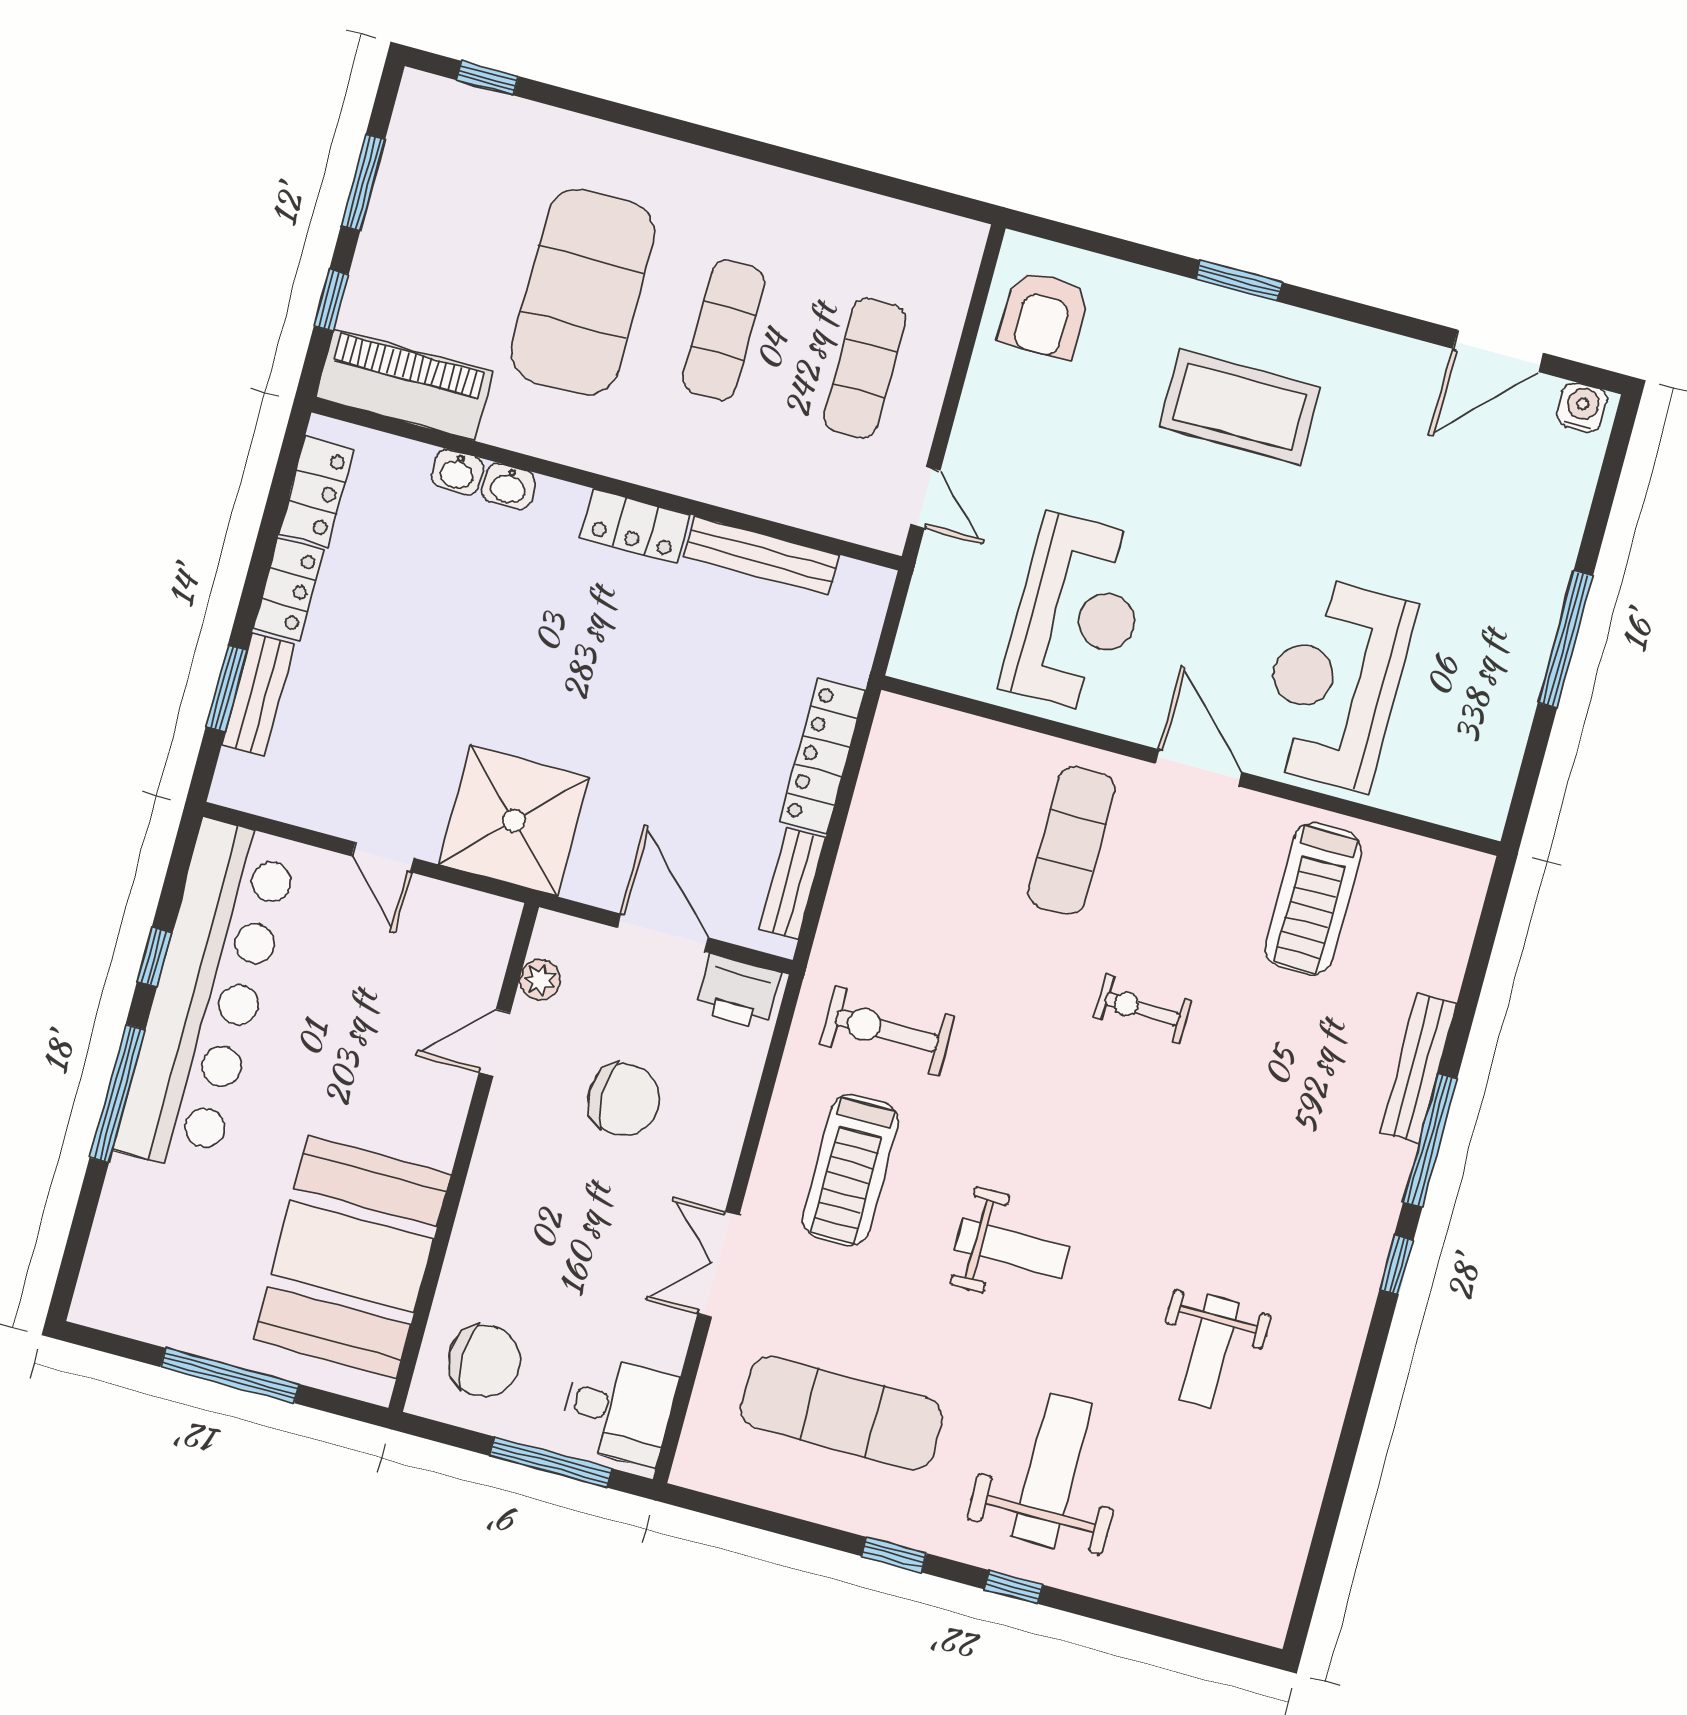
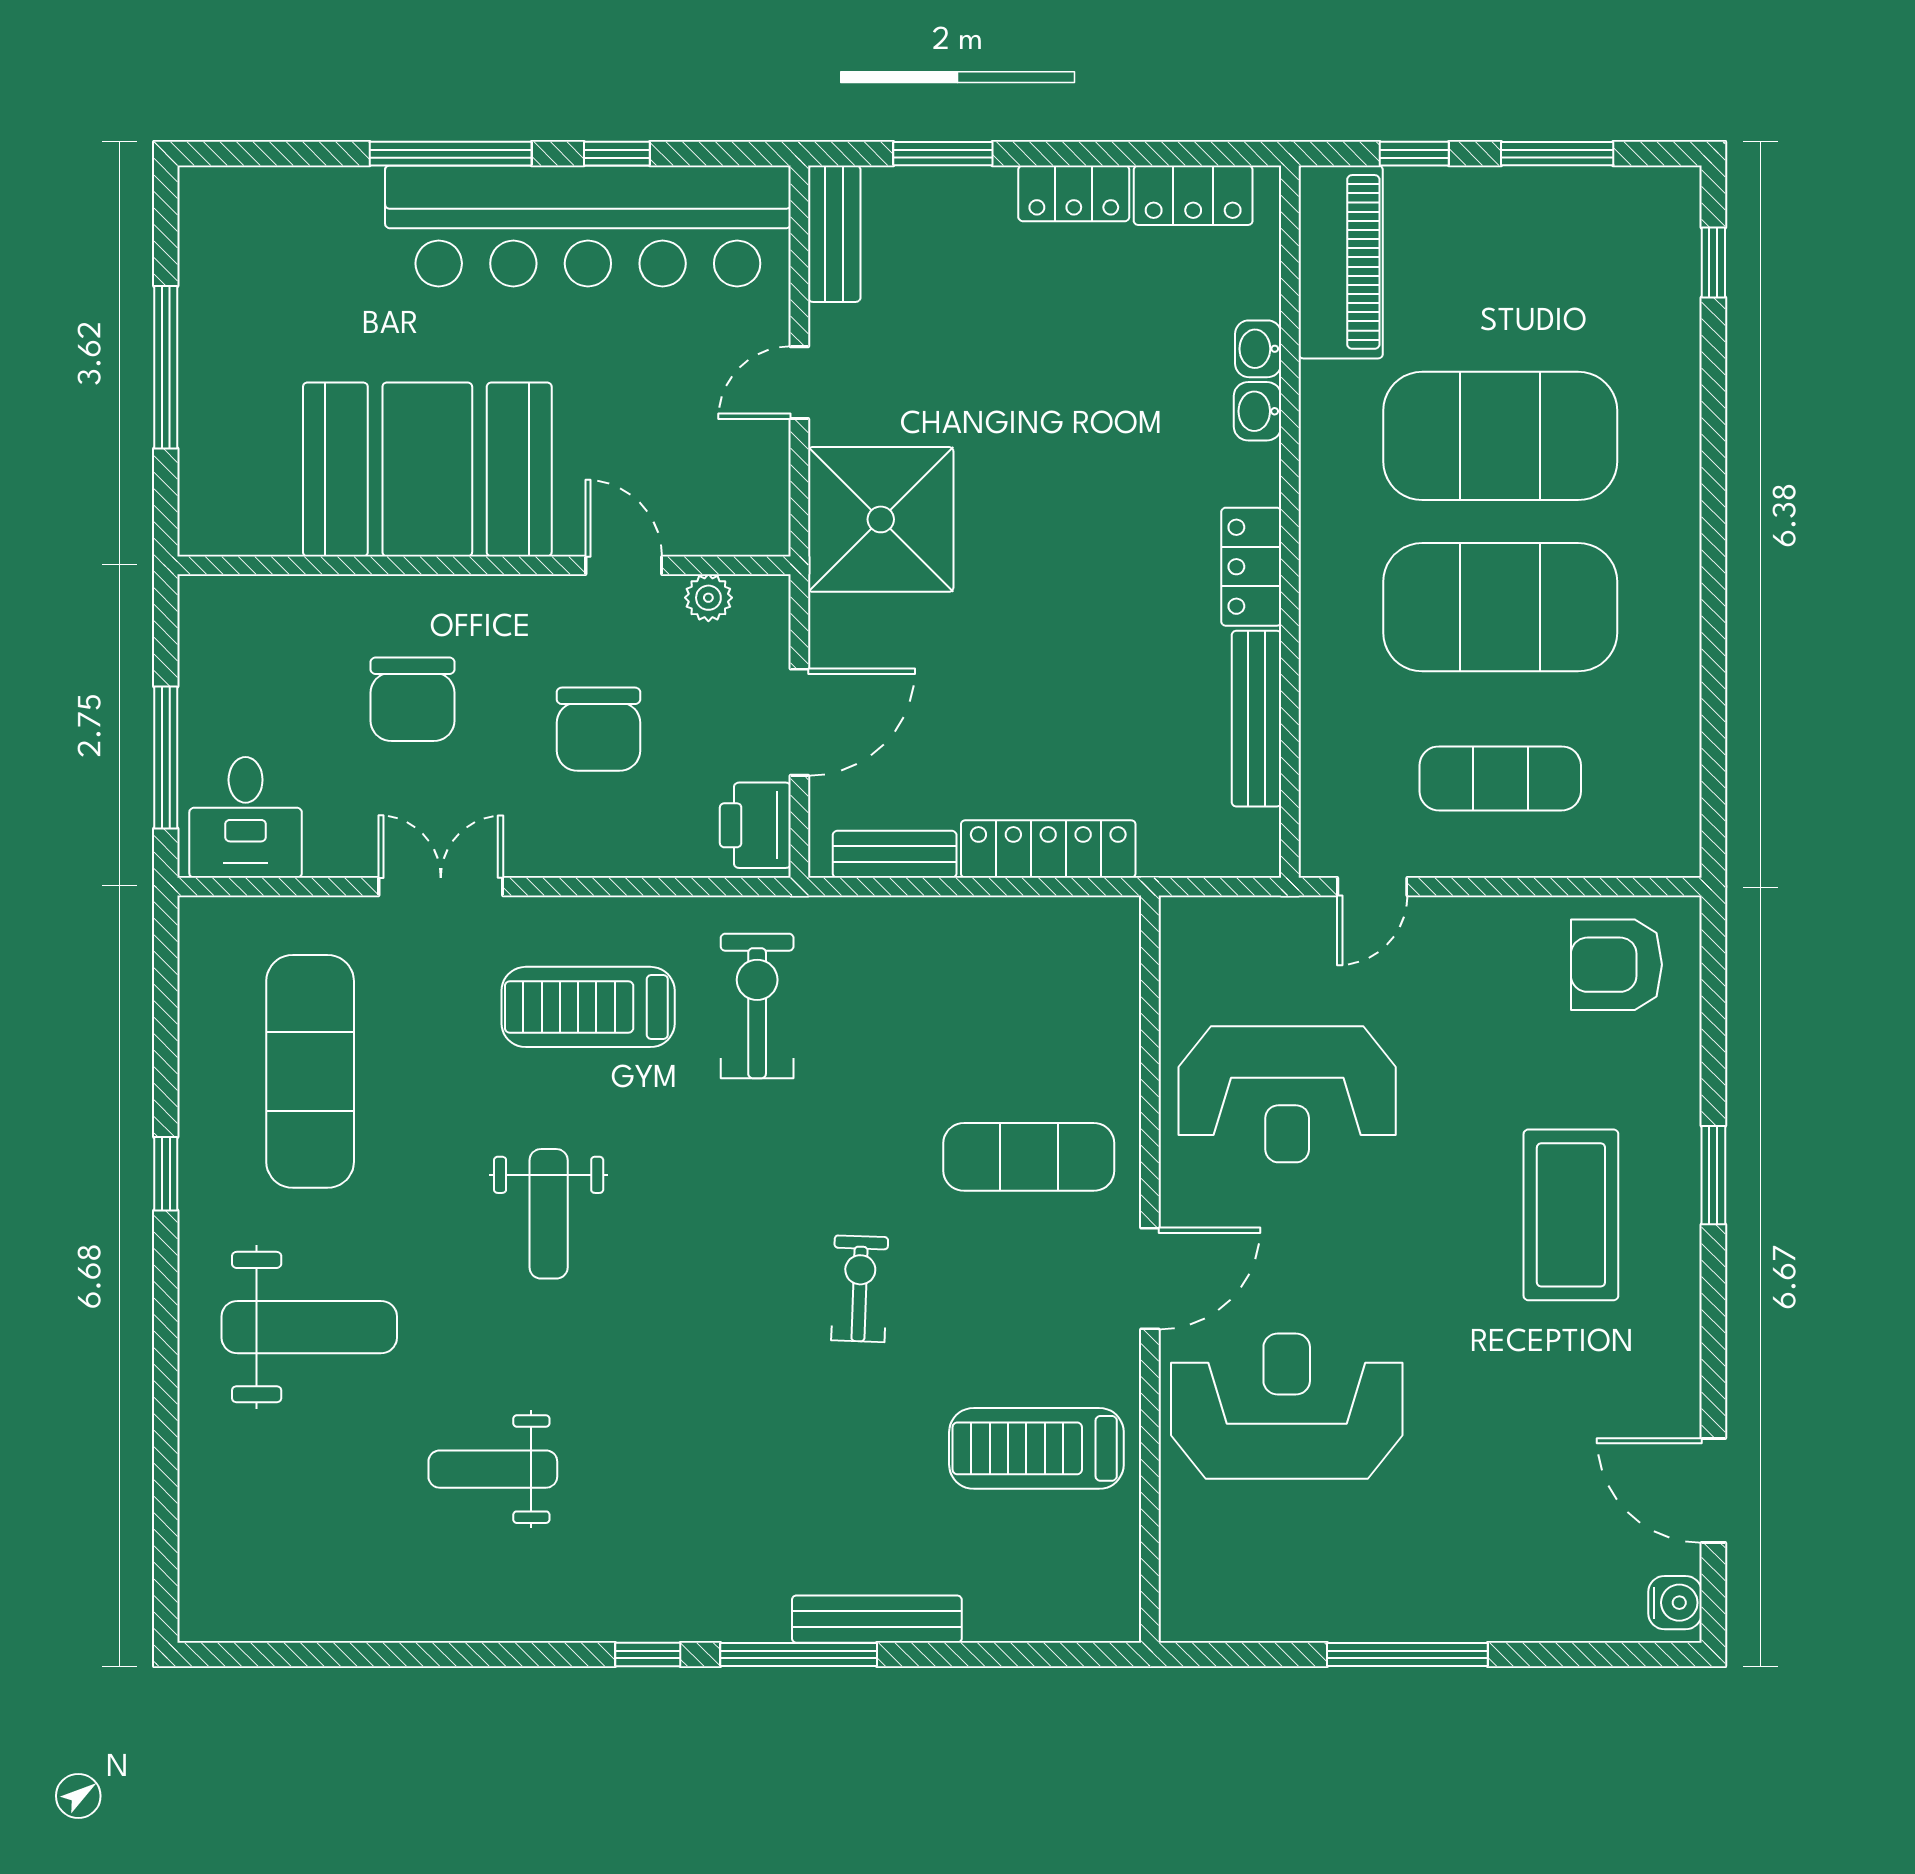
exercise mat: (724, 330) -> (1500, 607), width x2.00, depth x1.45
bench: (258, 695) -> (834, 234), moved, turned 90
booth: (352, 1257) -> (427, 469), moved
chair: (484, 1361) -> (413, 699), moved
window: (1014, 1587) -> (166, 1319), removed

